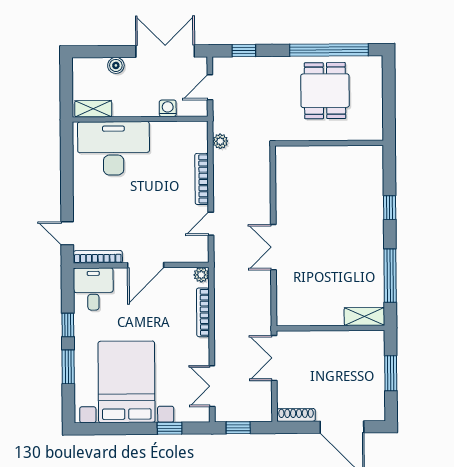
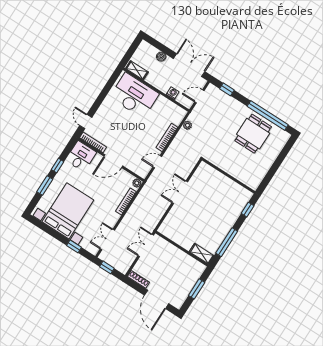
wall: (329, 143) -> (229, 176), moved

